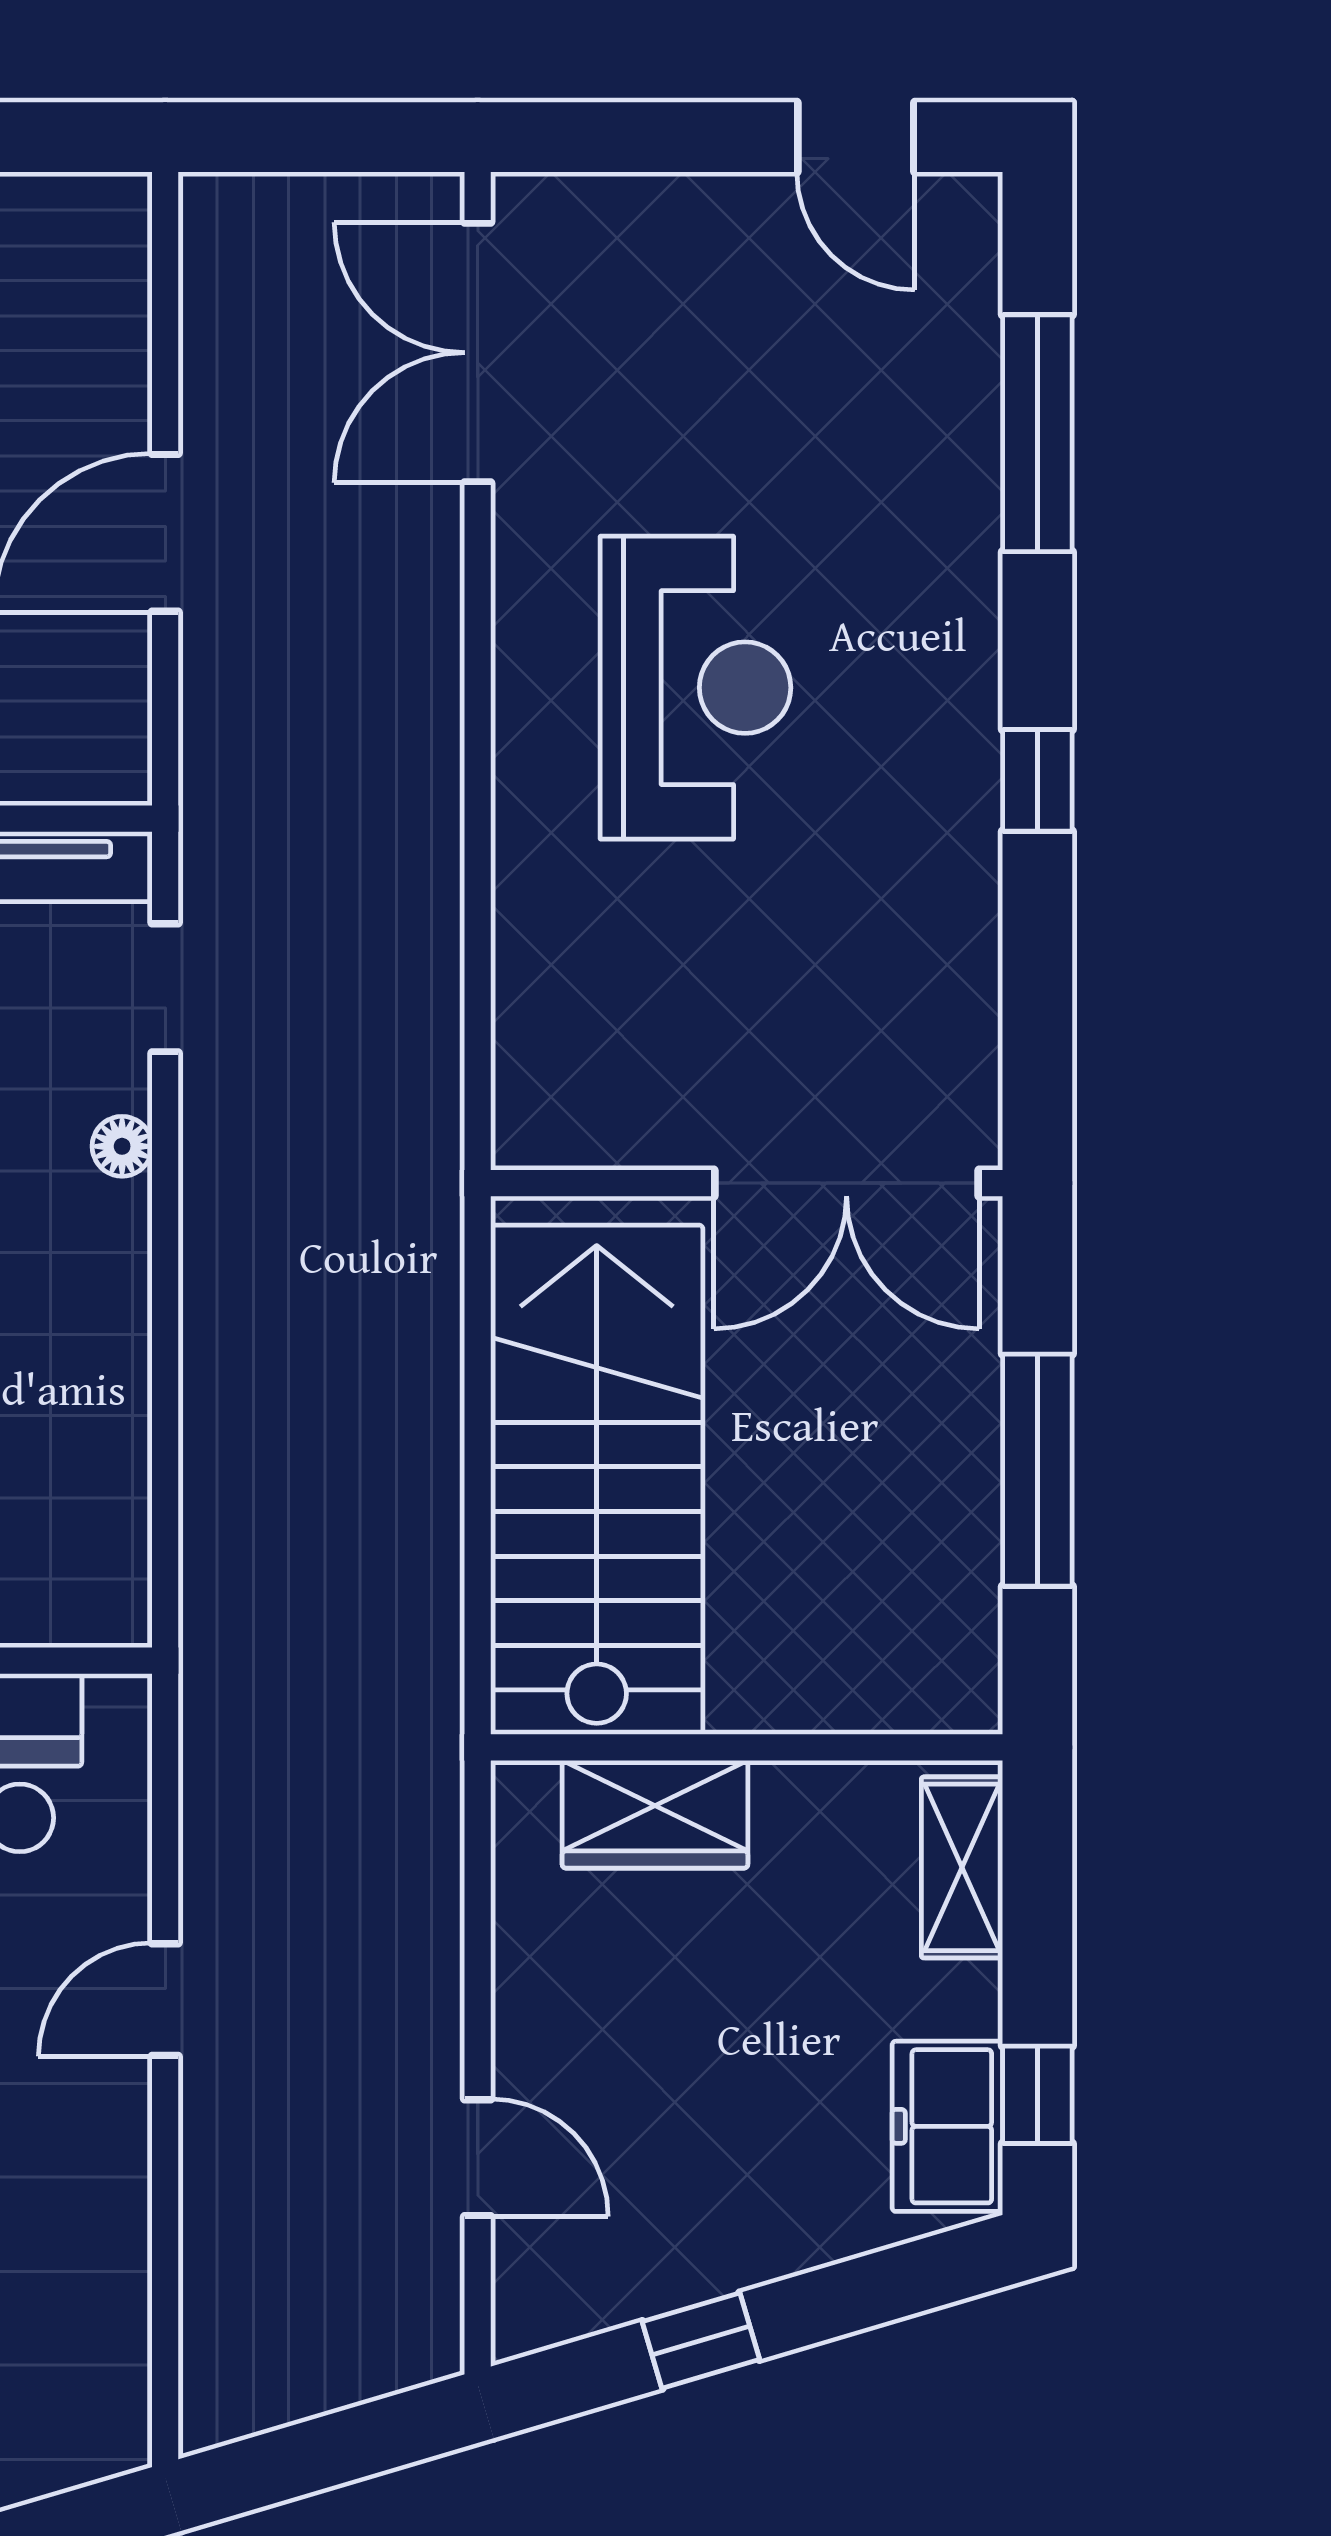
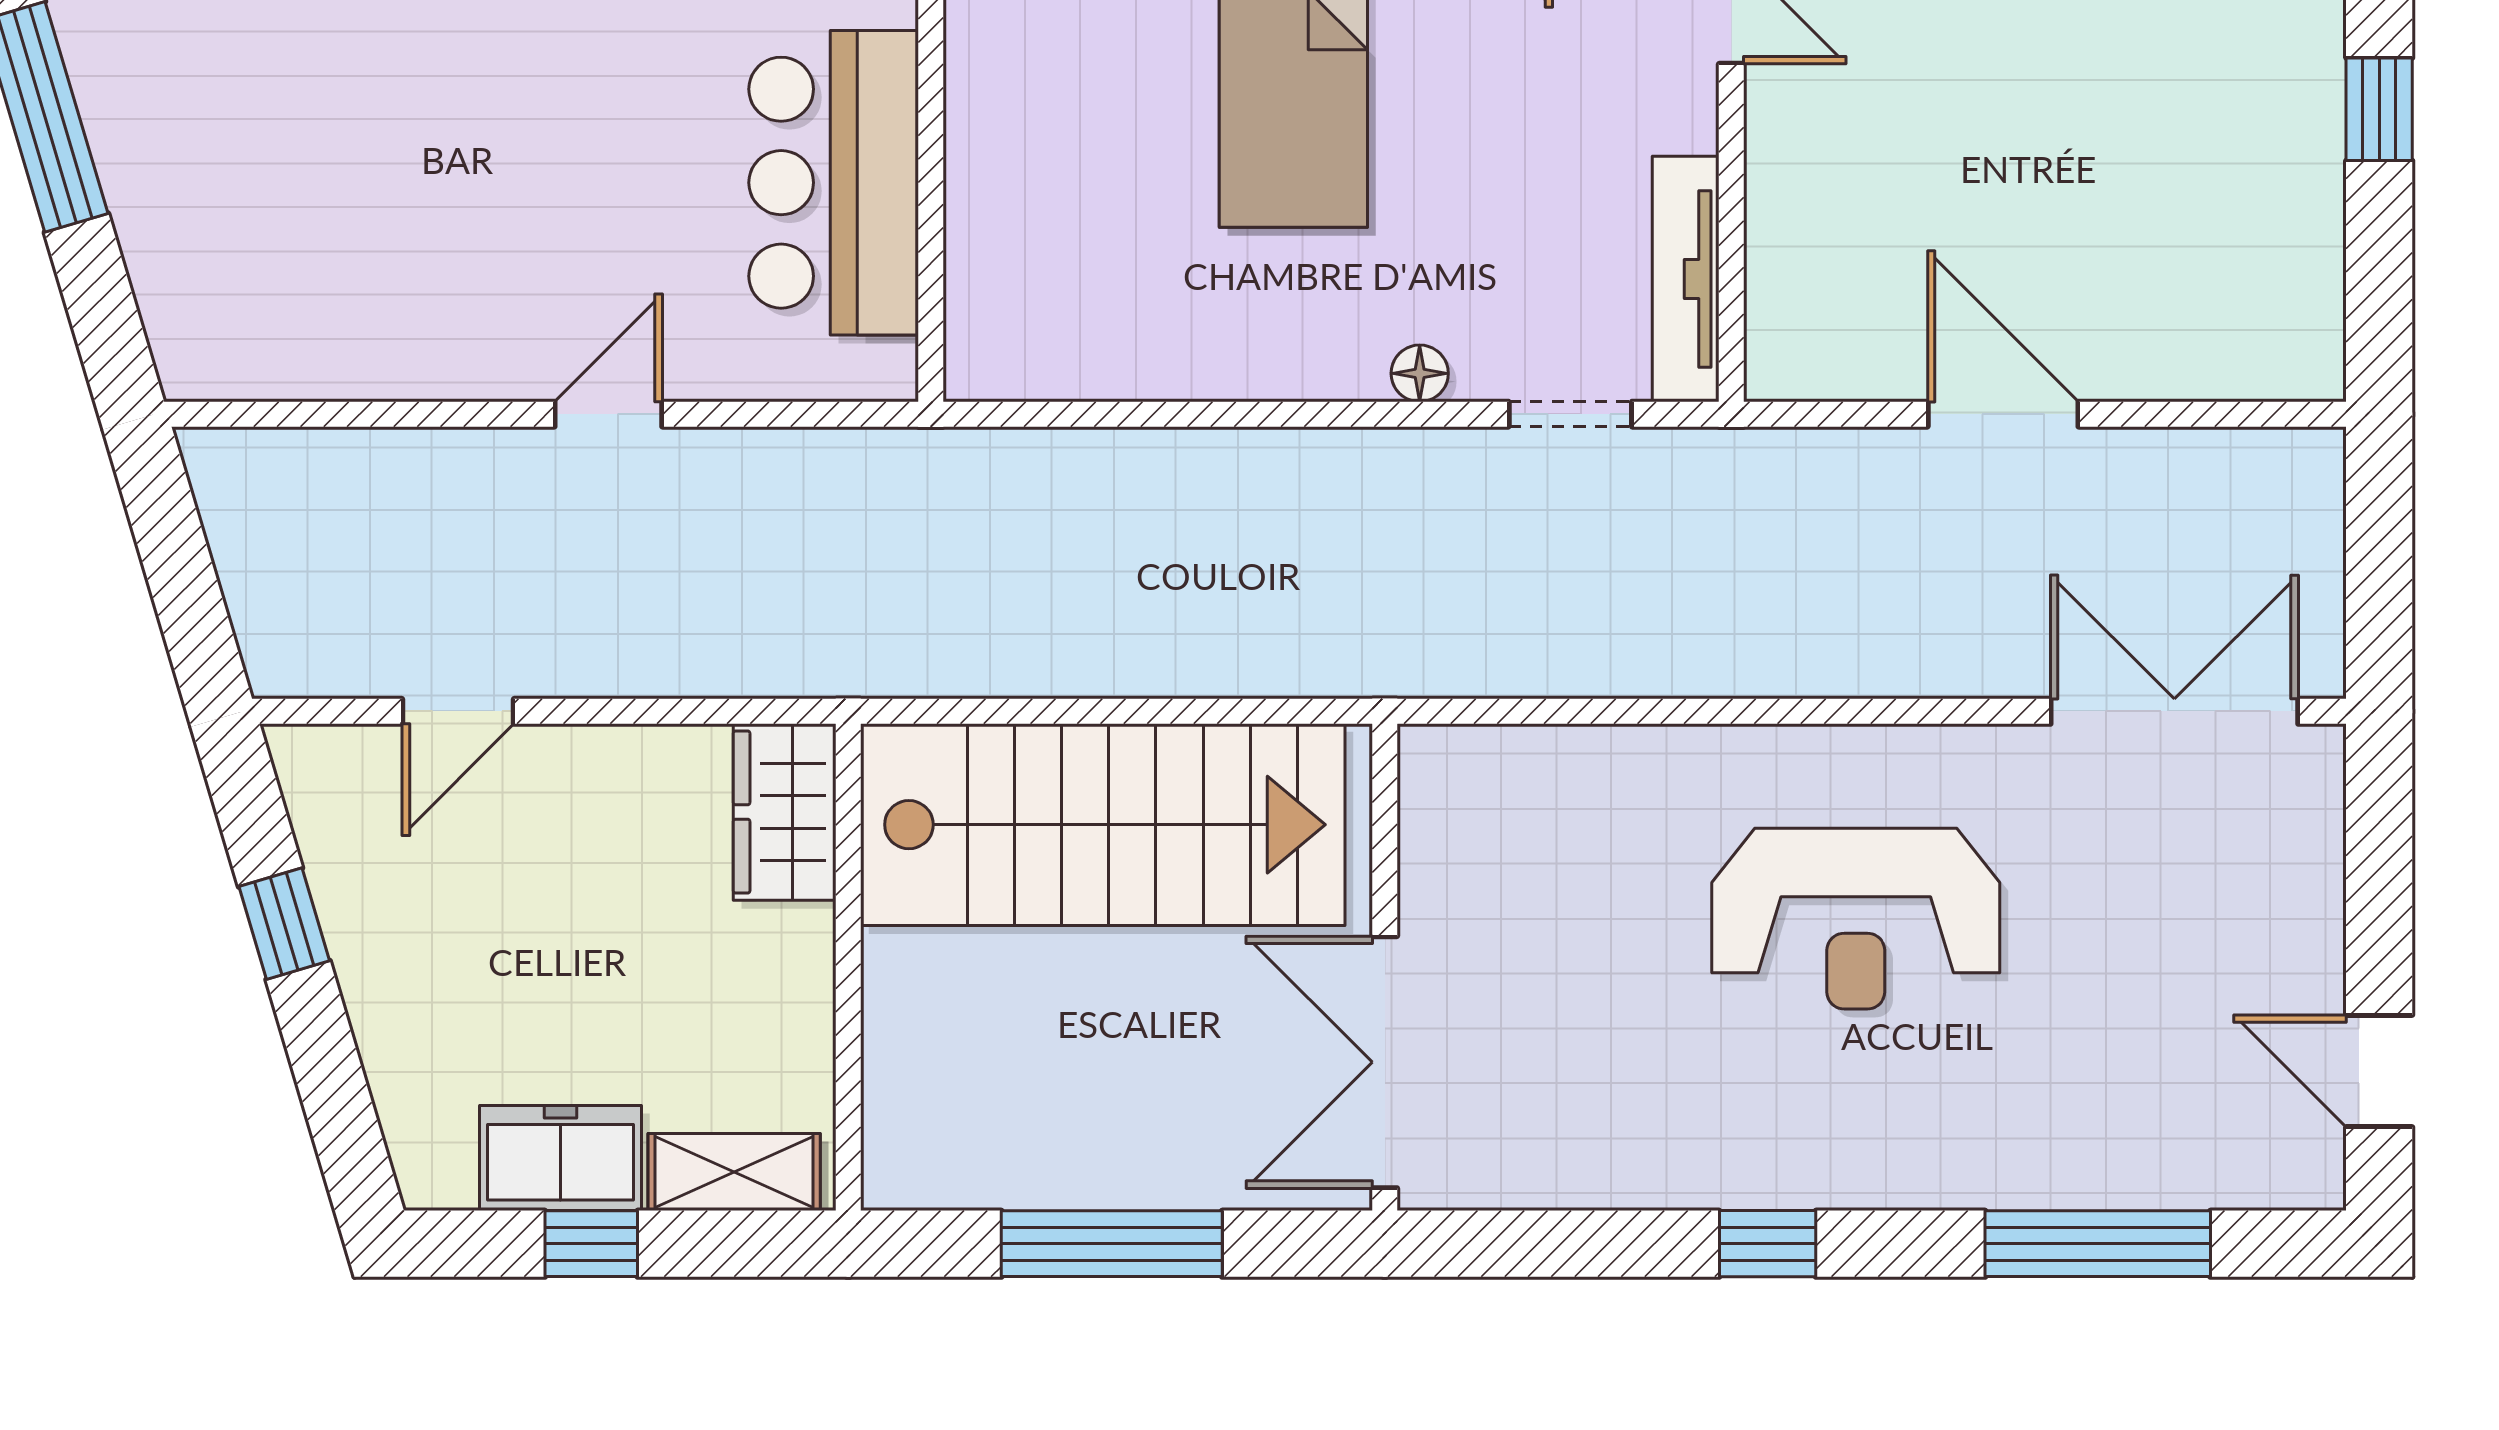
door: (856, 137) -> (2379, 1071), hinge flipped
wardrobe: (655, 1814) -> (785, 812), moved
door: (165, 2000) -> (608, 414), hinge flipped
window: (1037, 2095) -> (591, 1244), moved
freezer: (947, 2126) -> (560, 1158), moved

